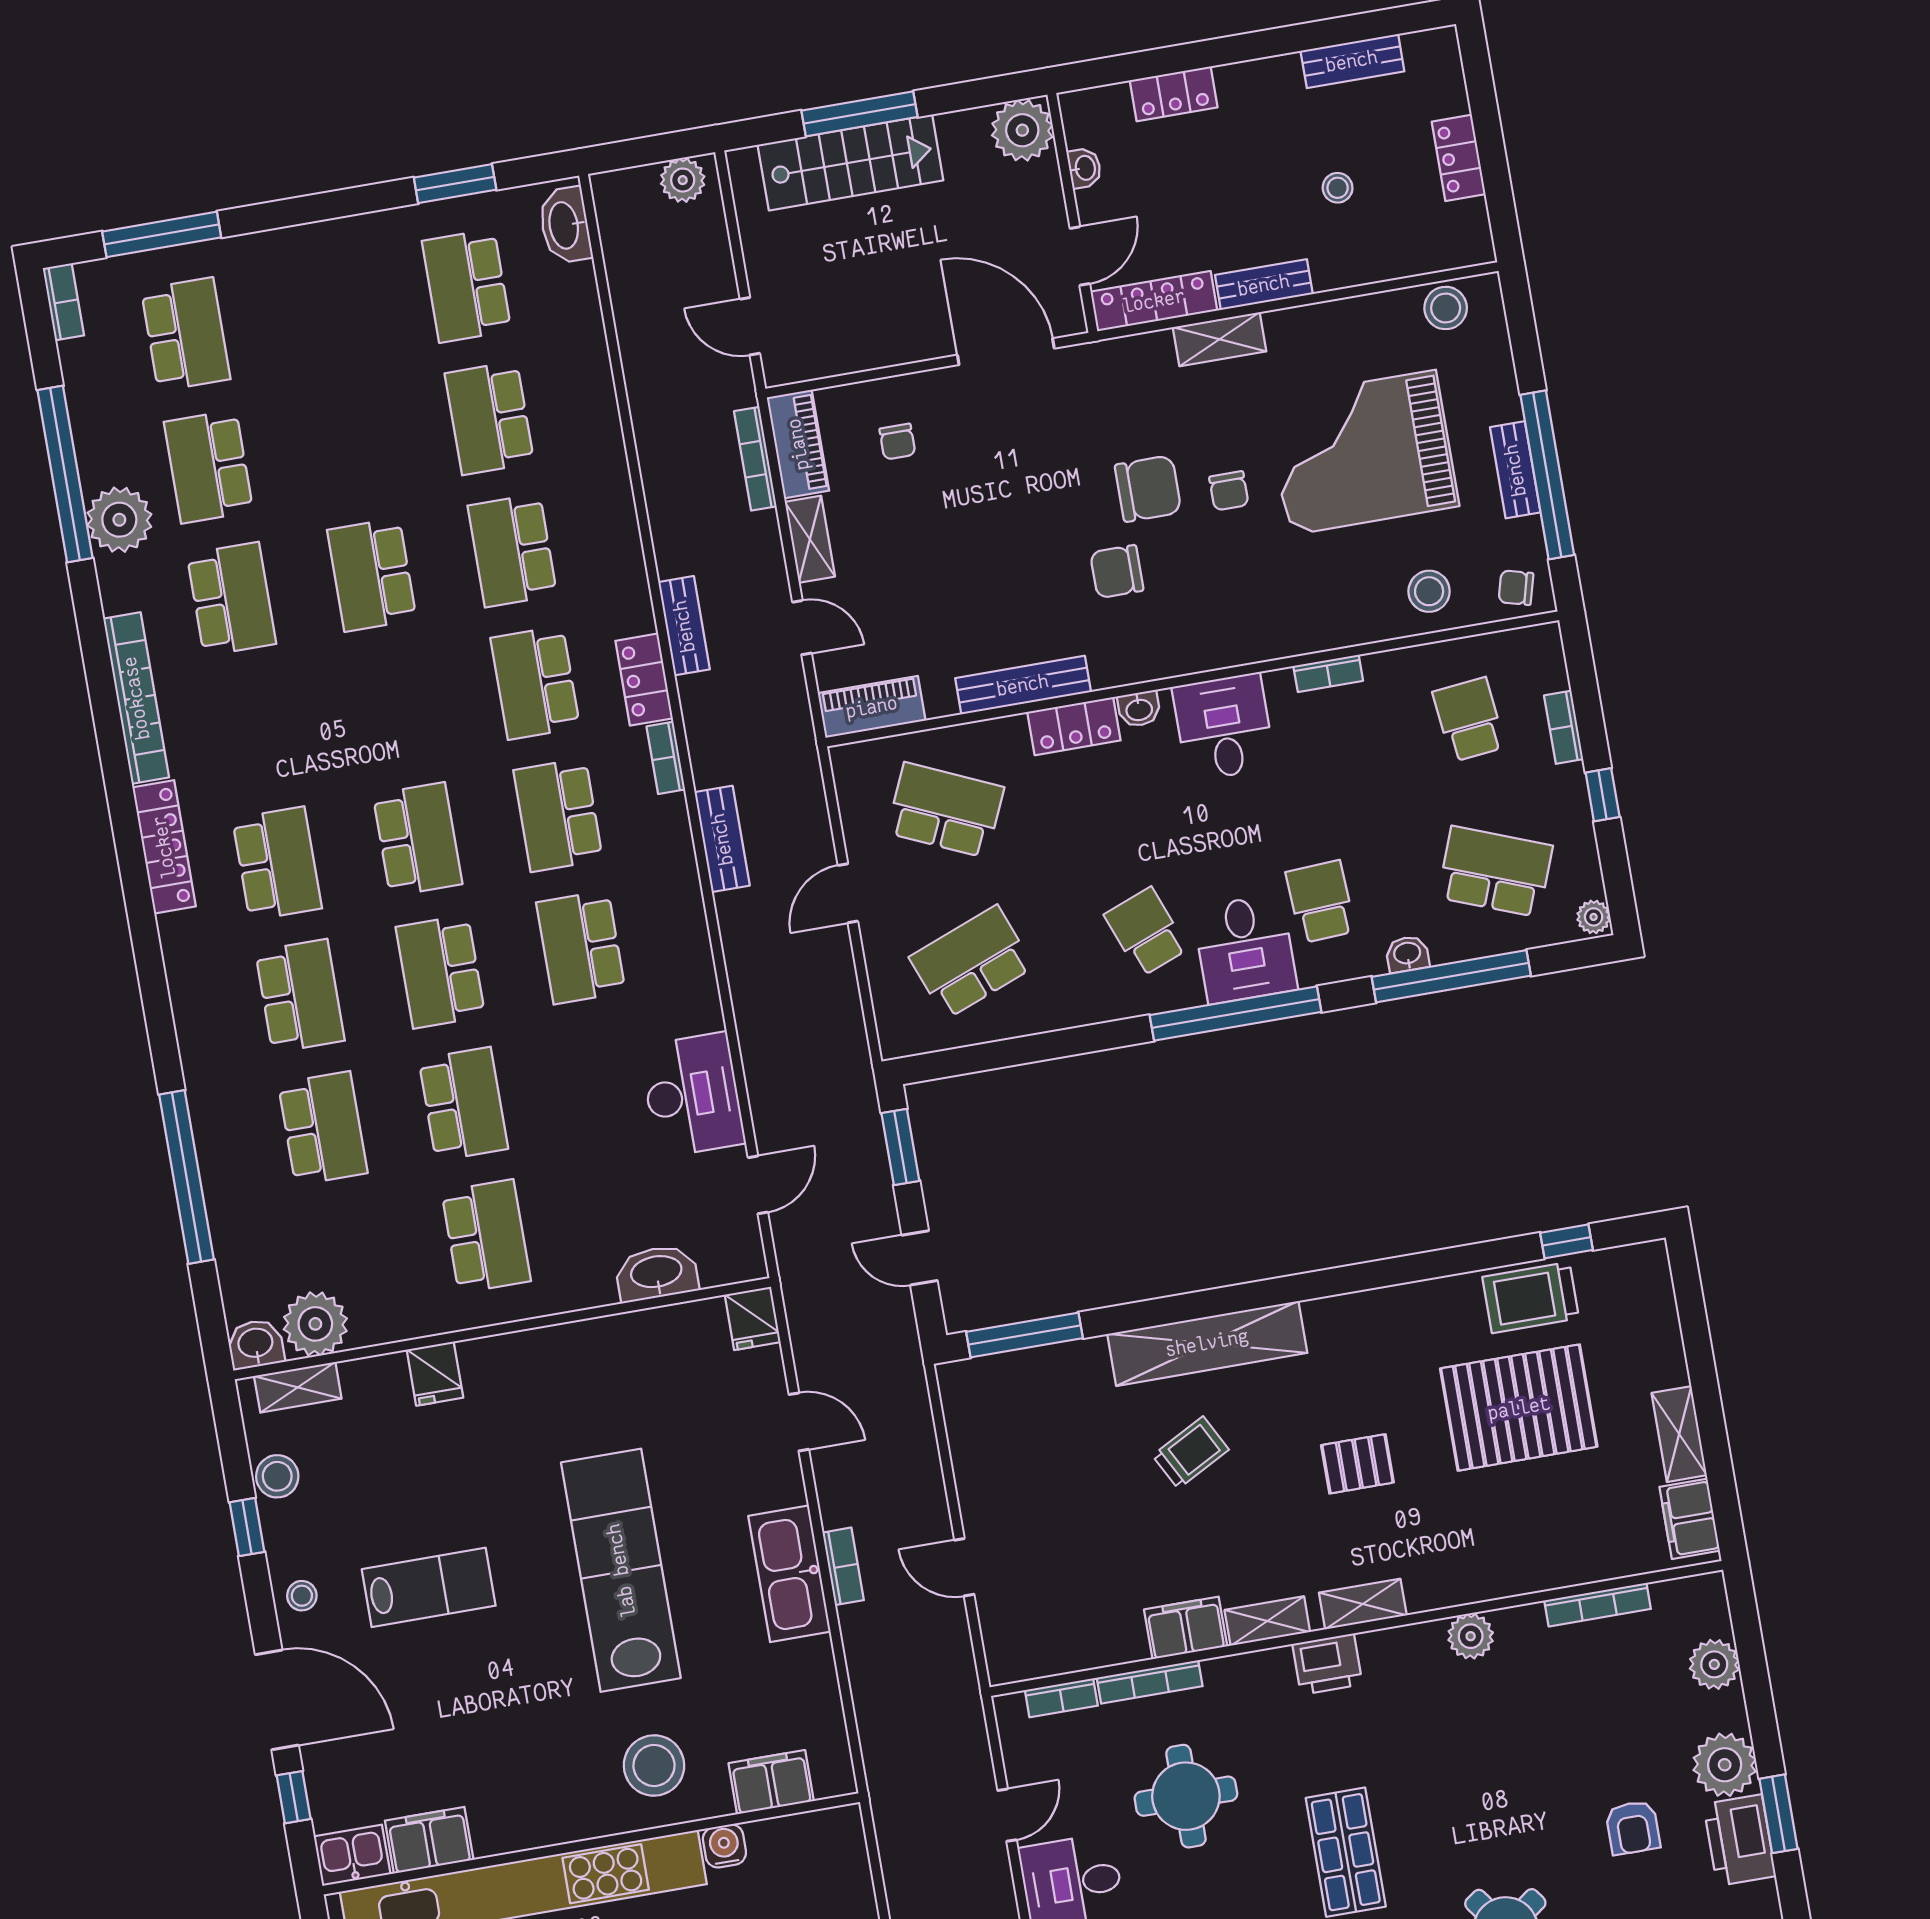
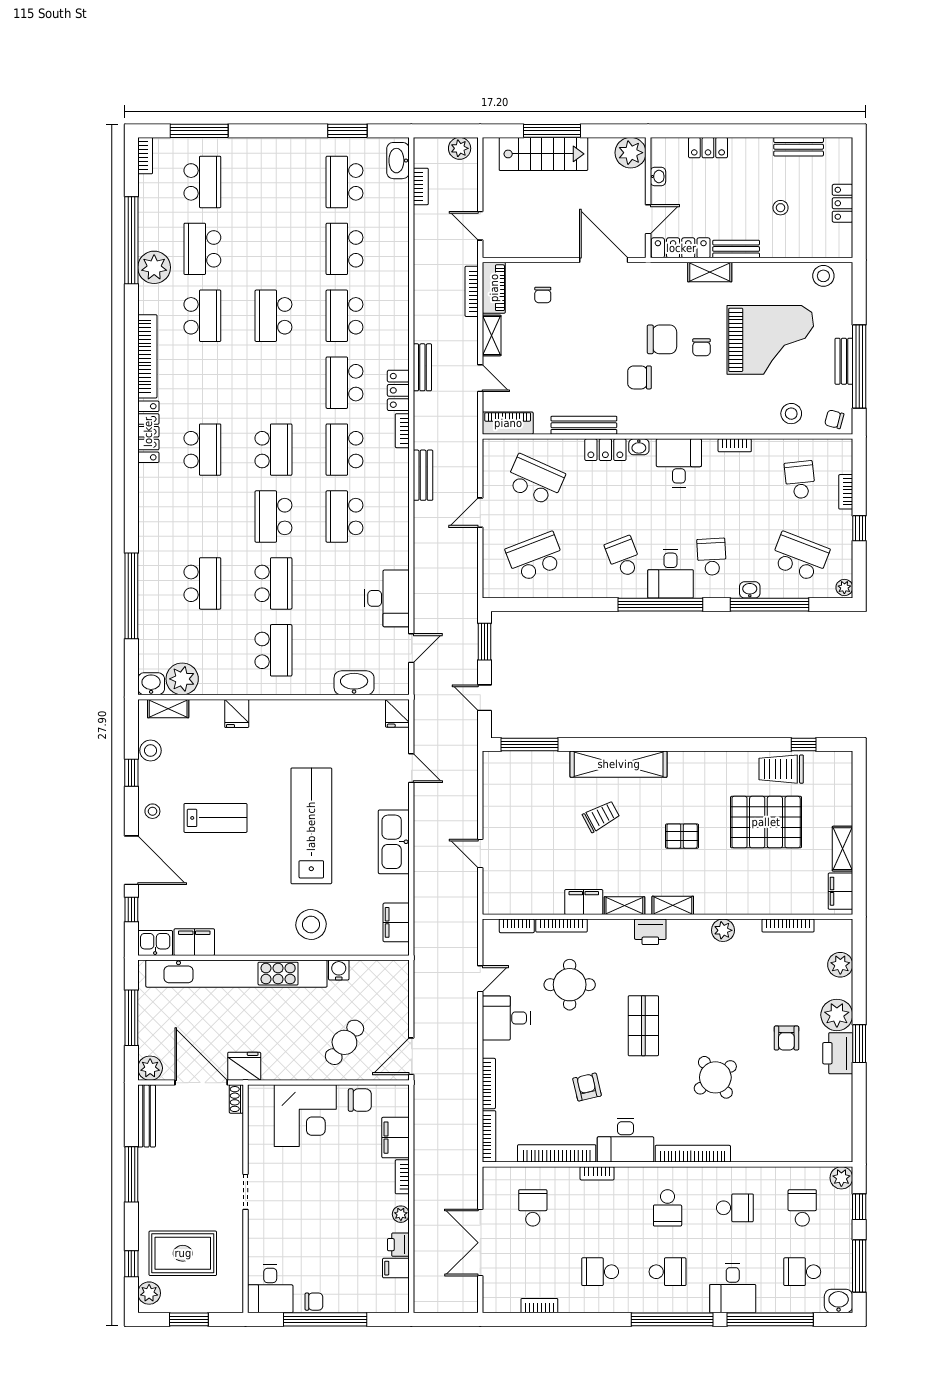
grand piano: (1362, 453) -> (770, 340), turned 180
school desk: (300, 996) -> (202, 517), removed
bookcase: (843, 1566) -> (421, 186), moved
filing cabinet: (771, 1782) -> (396, 922), moved, turned -90

